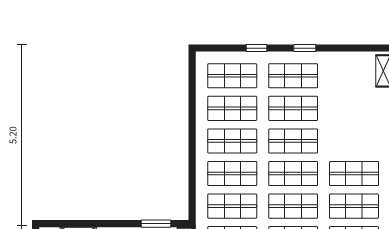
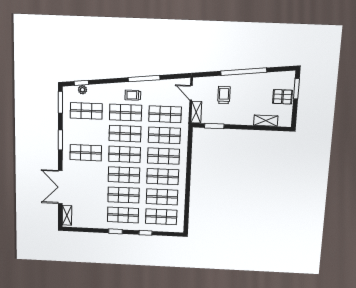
shop shelf: (354, 206) -> (86, 132), removed

